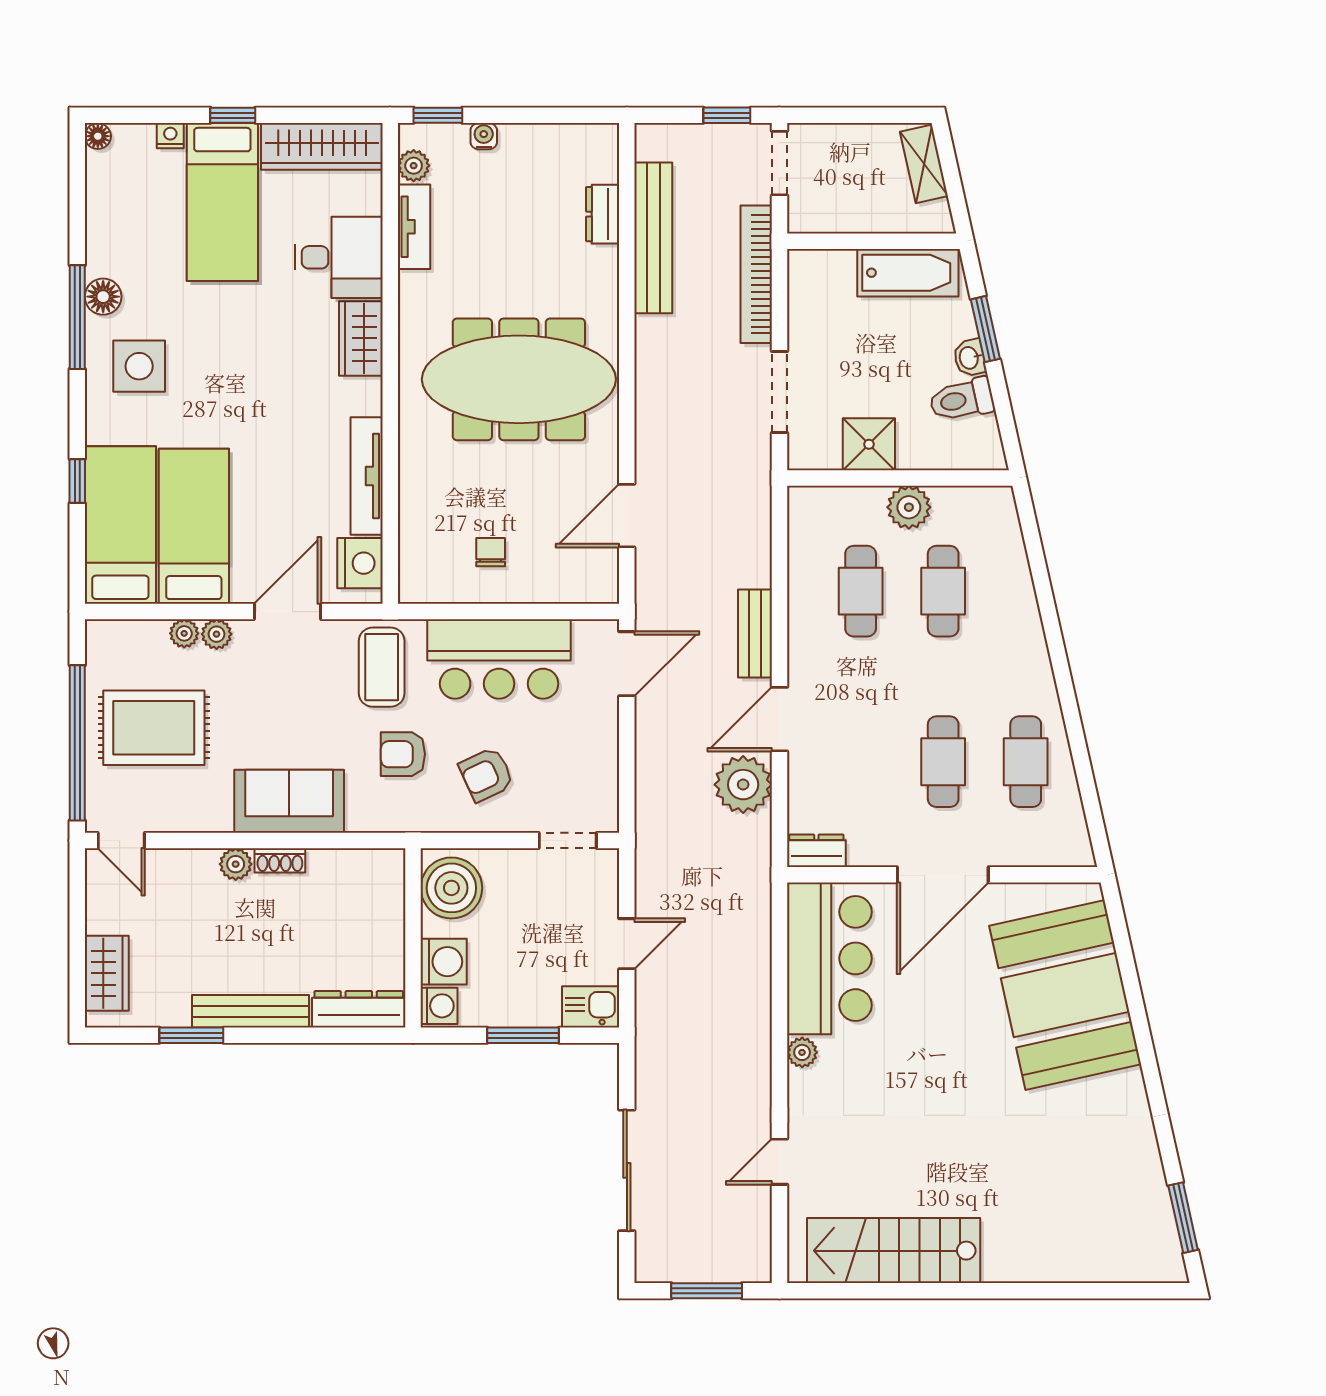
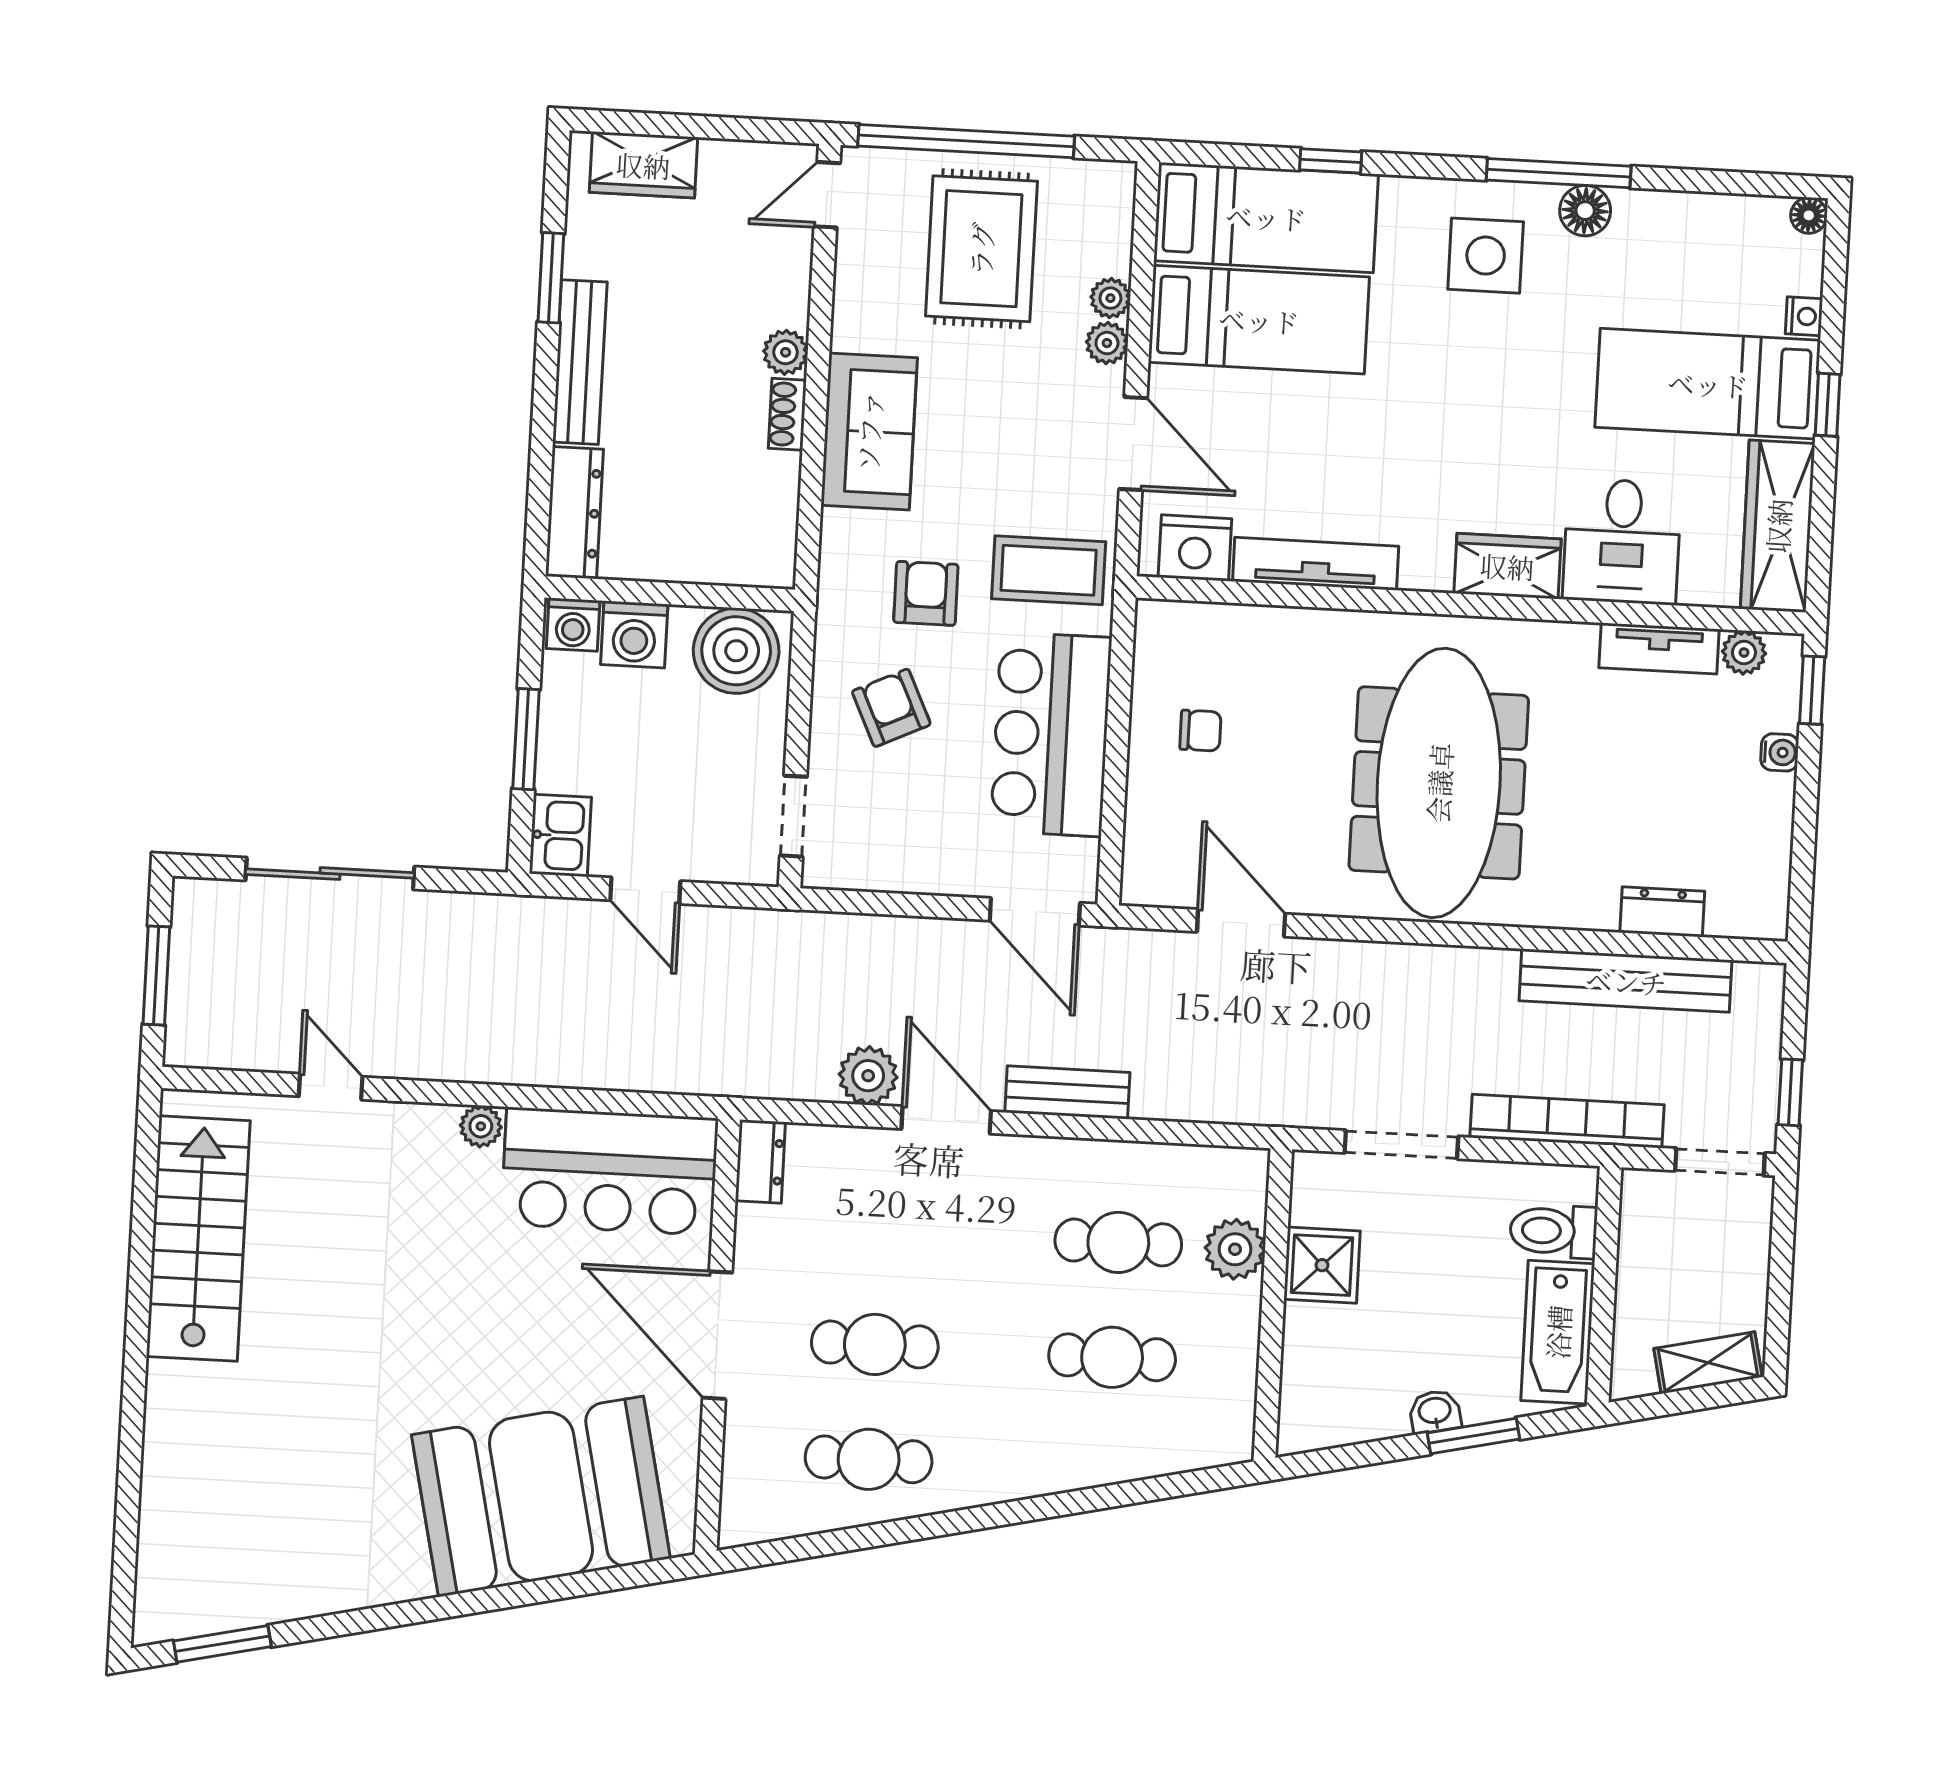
toilet: (962, 400) -> (1553, 1231), moved, turned -77
plant: (909, 507) -> (1235, 1249), moved
plant: (743, 785) -> (868, 1076), width x0.73, depth x0.73

